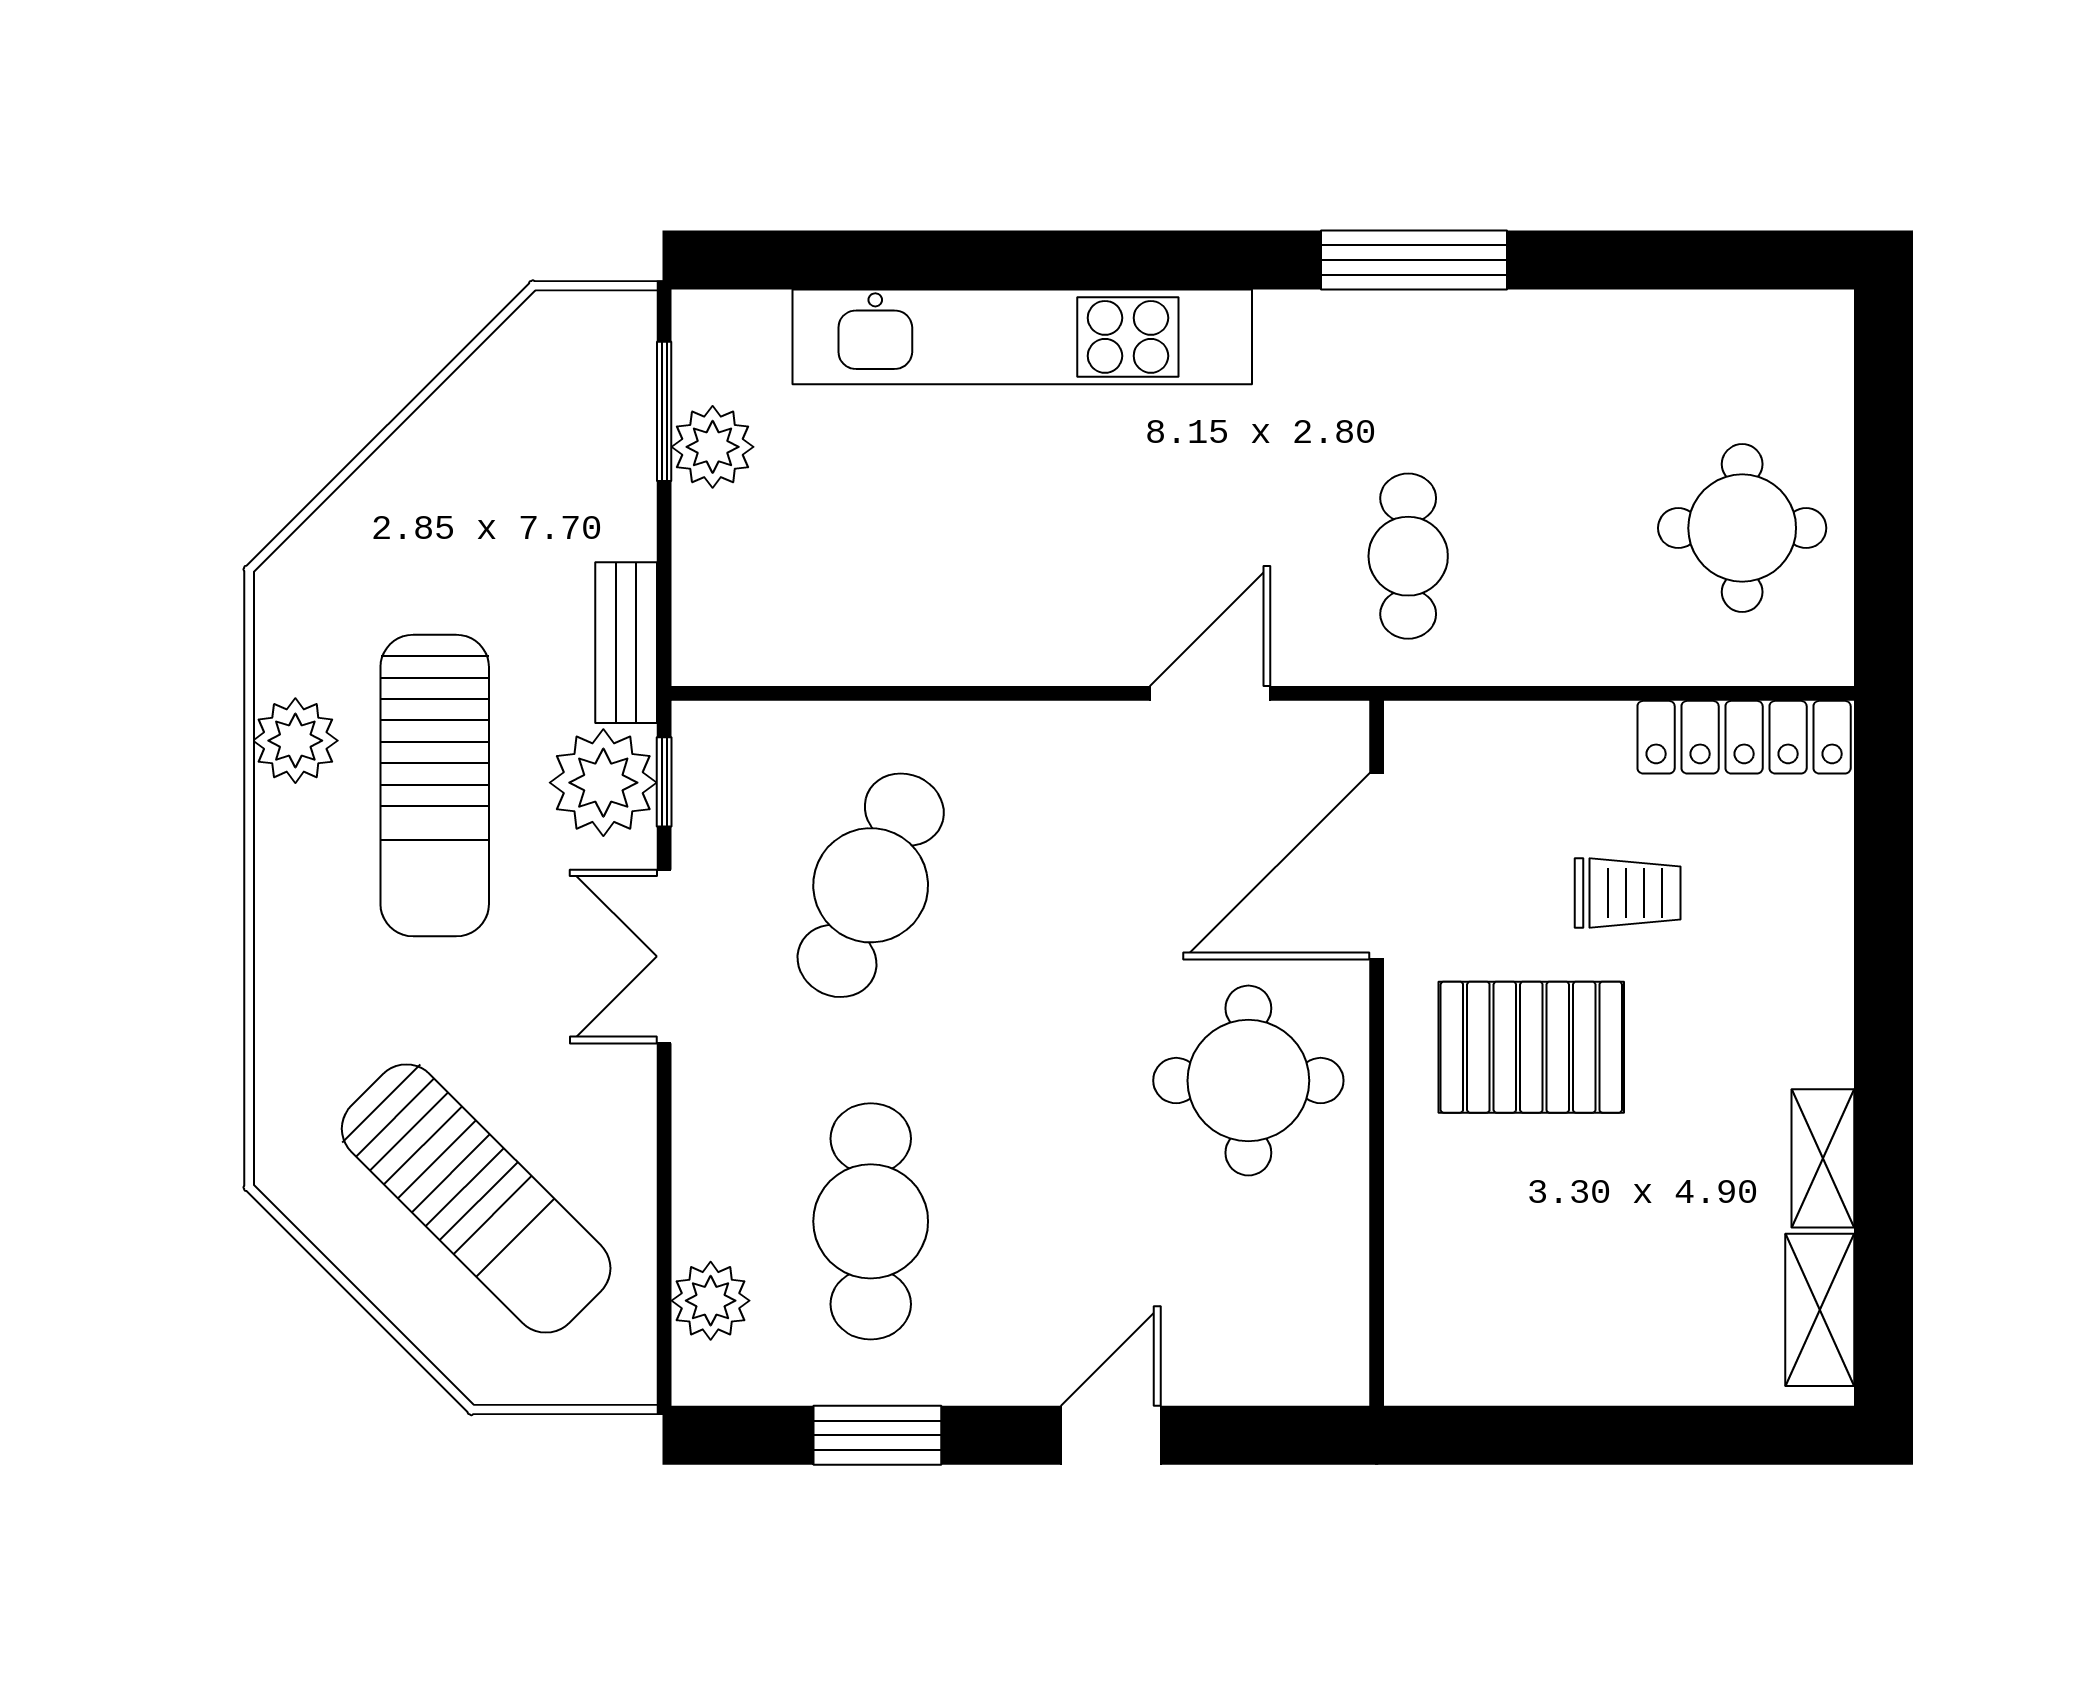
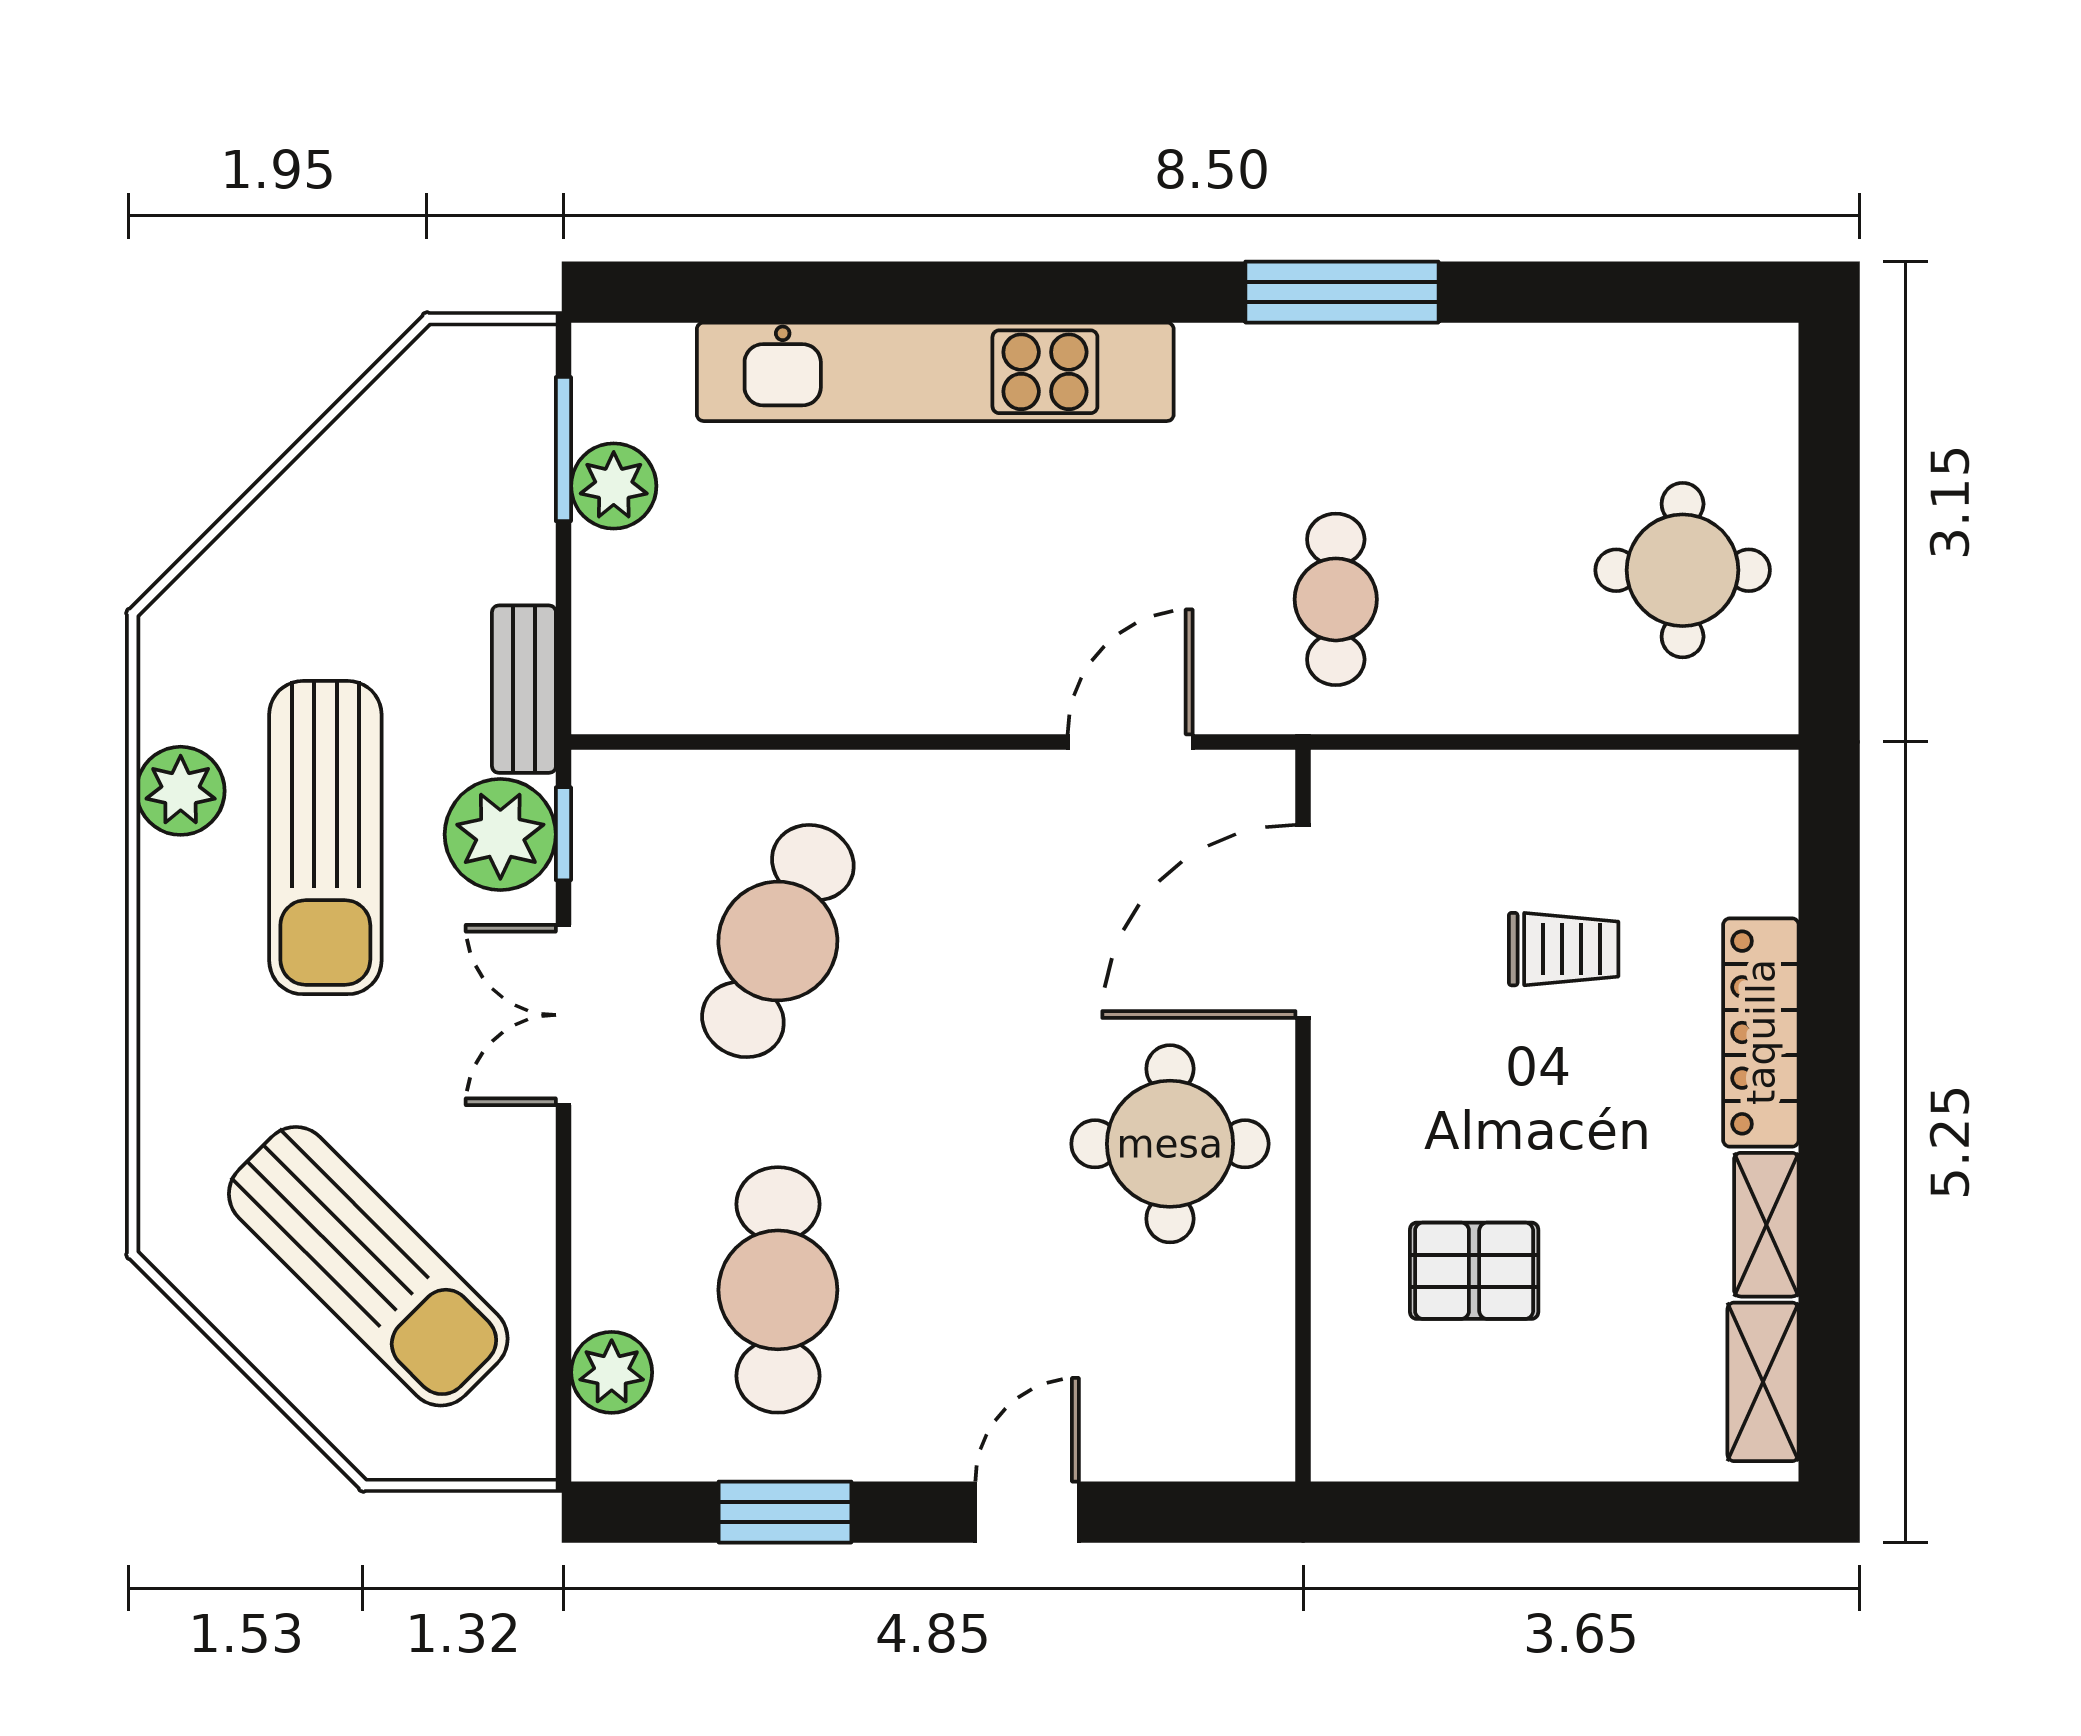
locker: (1744, 737) -> (1761, 1032), moved, turned 90
pallet: (1531, 1047) -> (1474, 1271), moved, width x0.67, depth x0.71

